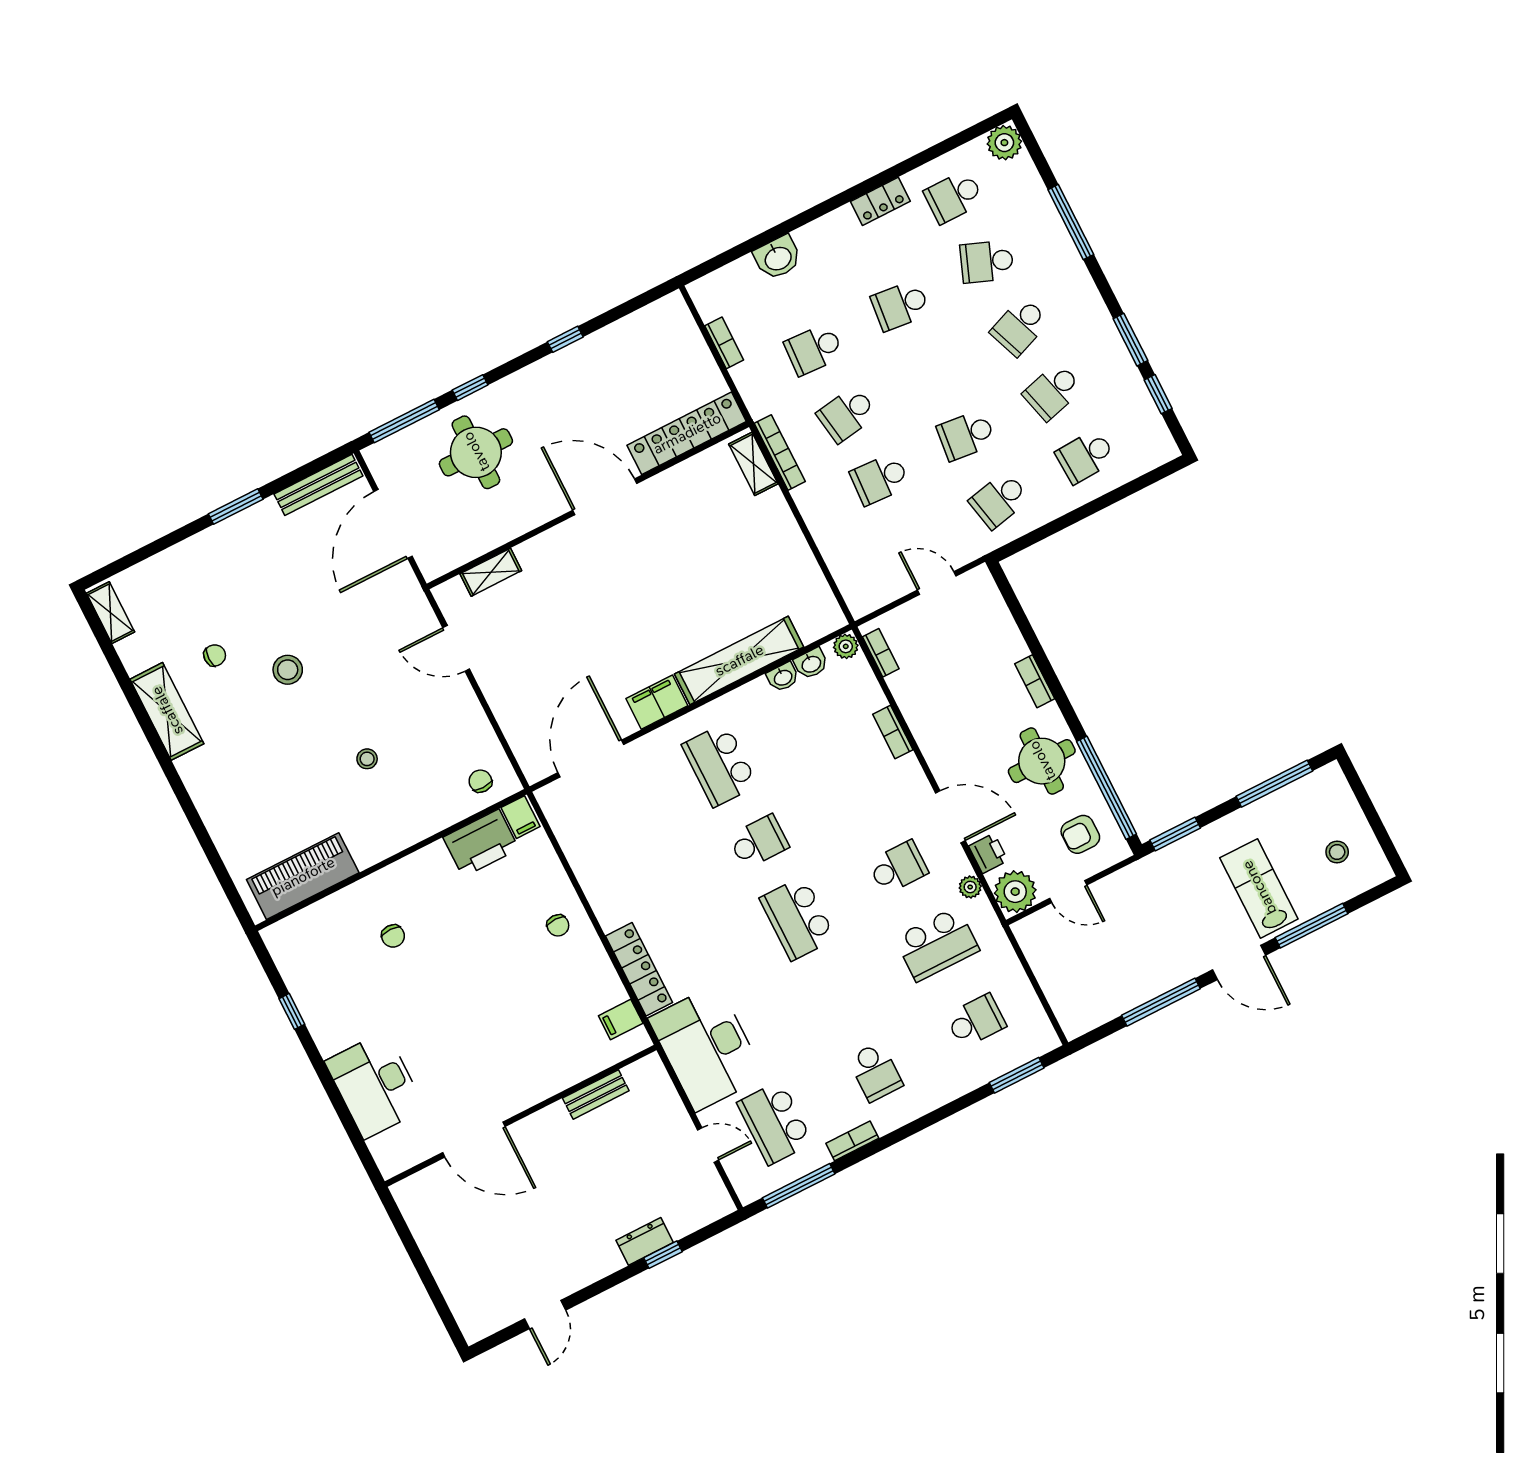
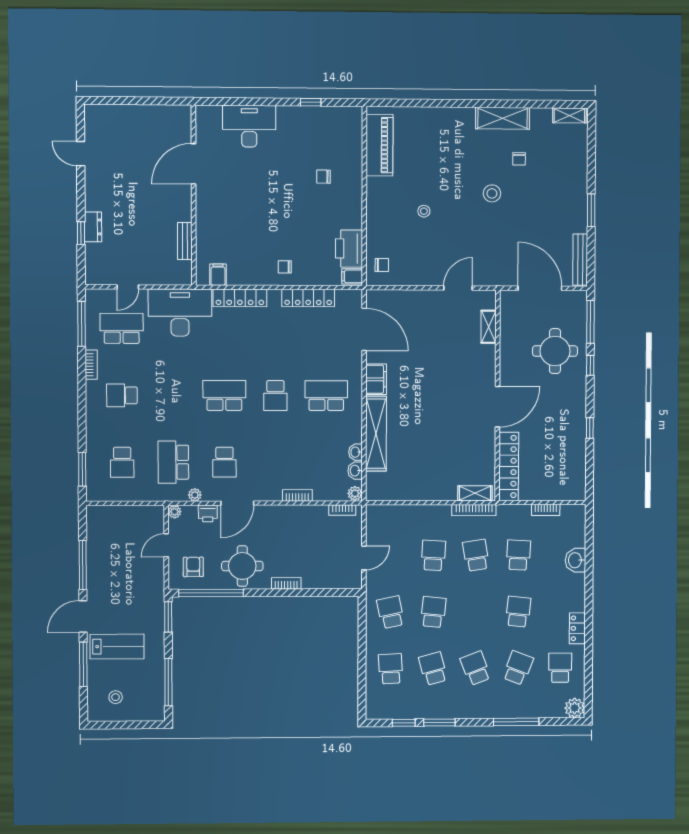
locker: (587, 867) -> (308, 298), added
plant: (1015, 892) -> (175, 512), width x0.53, depth x0.53

